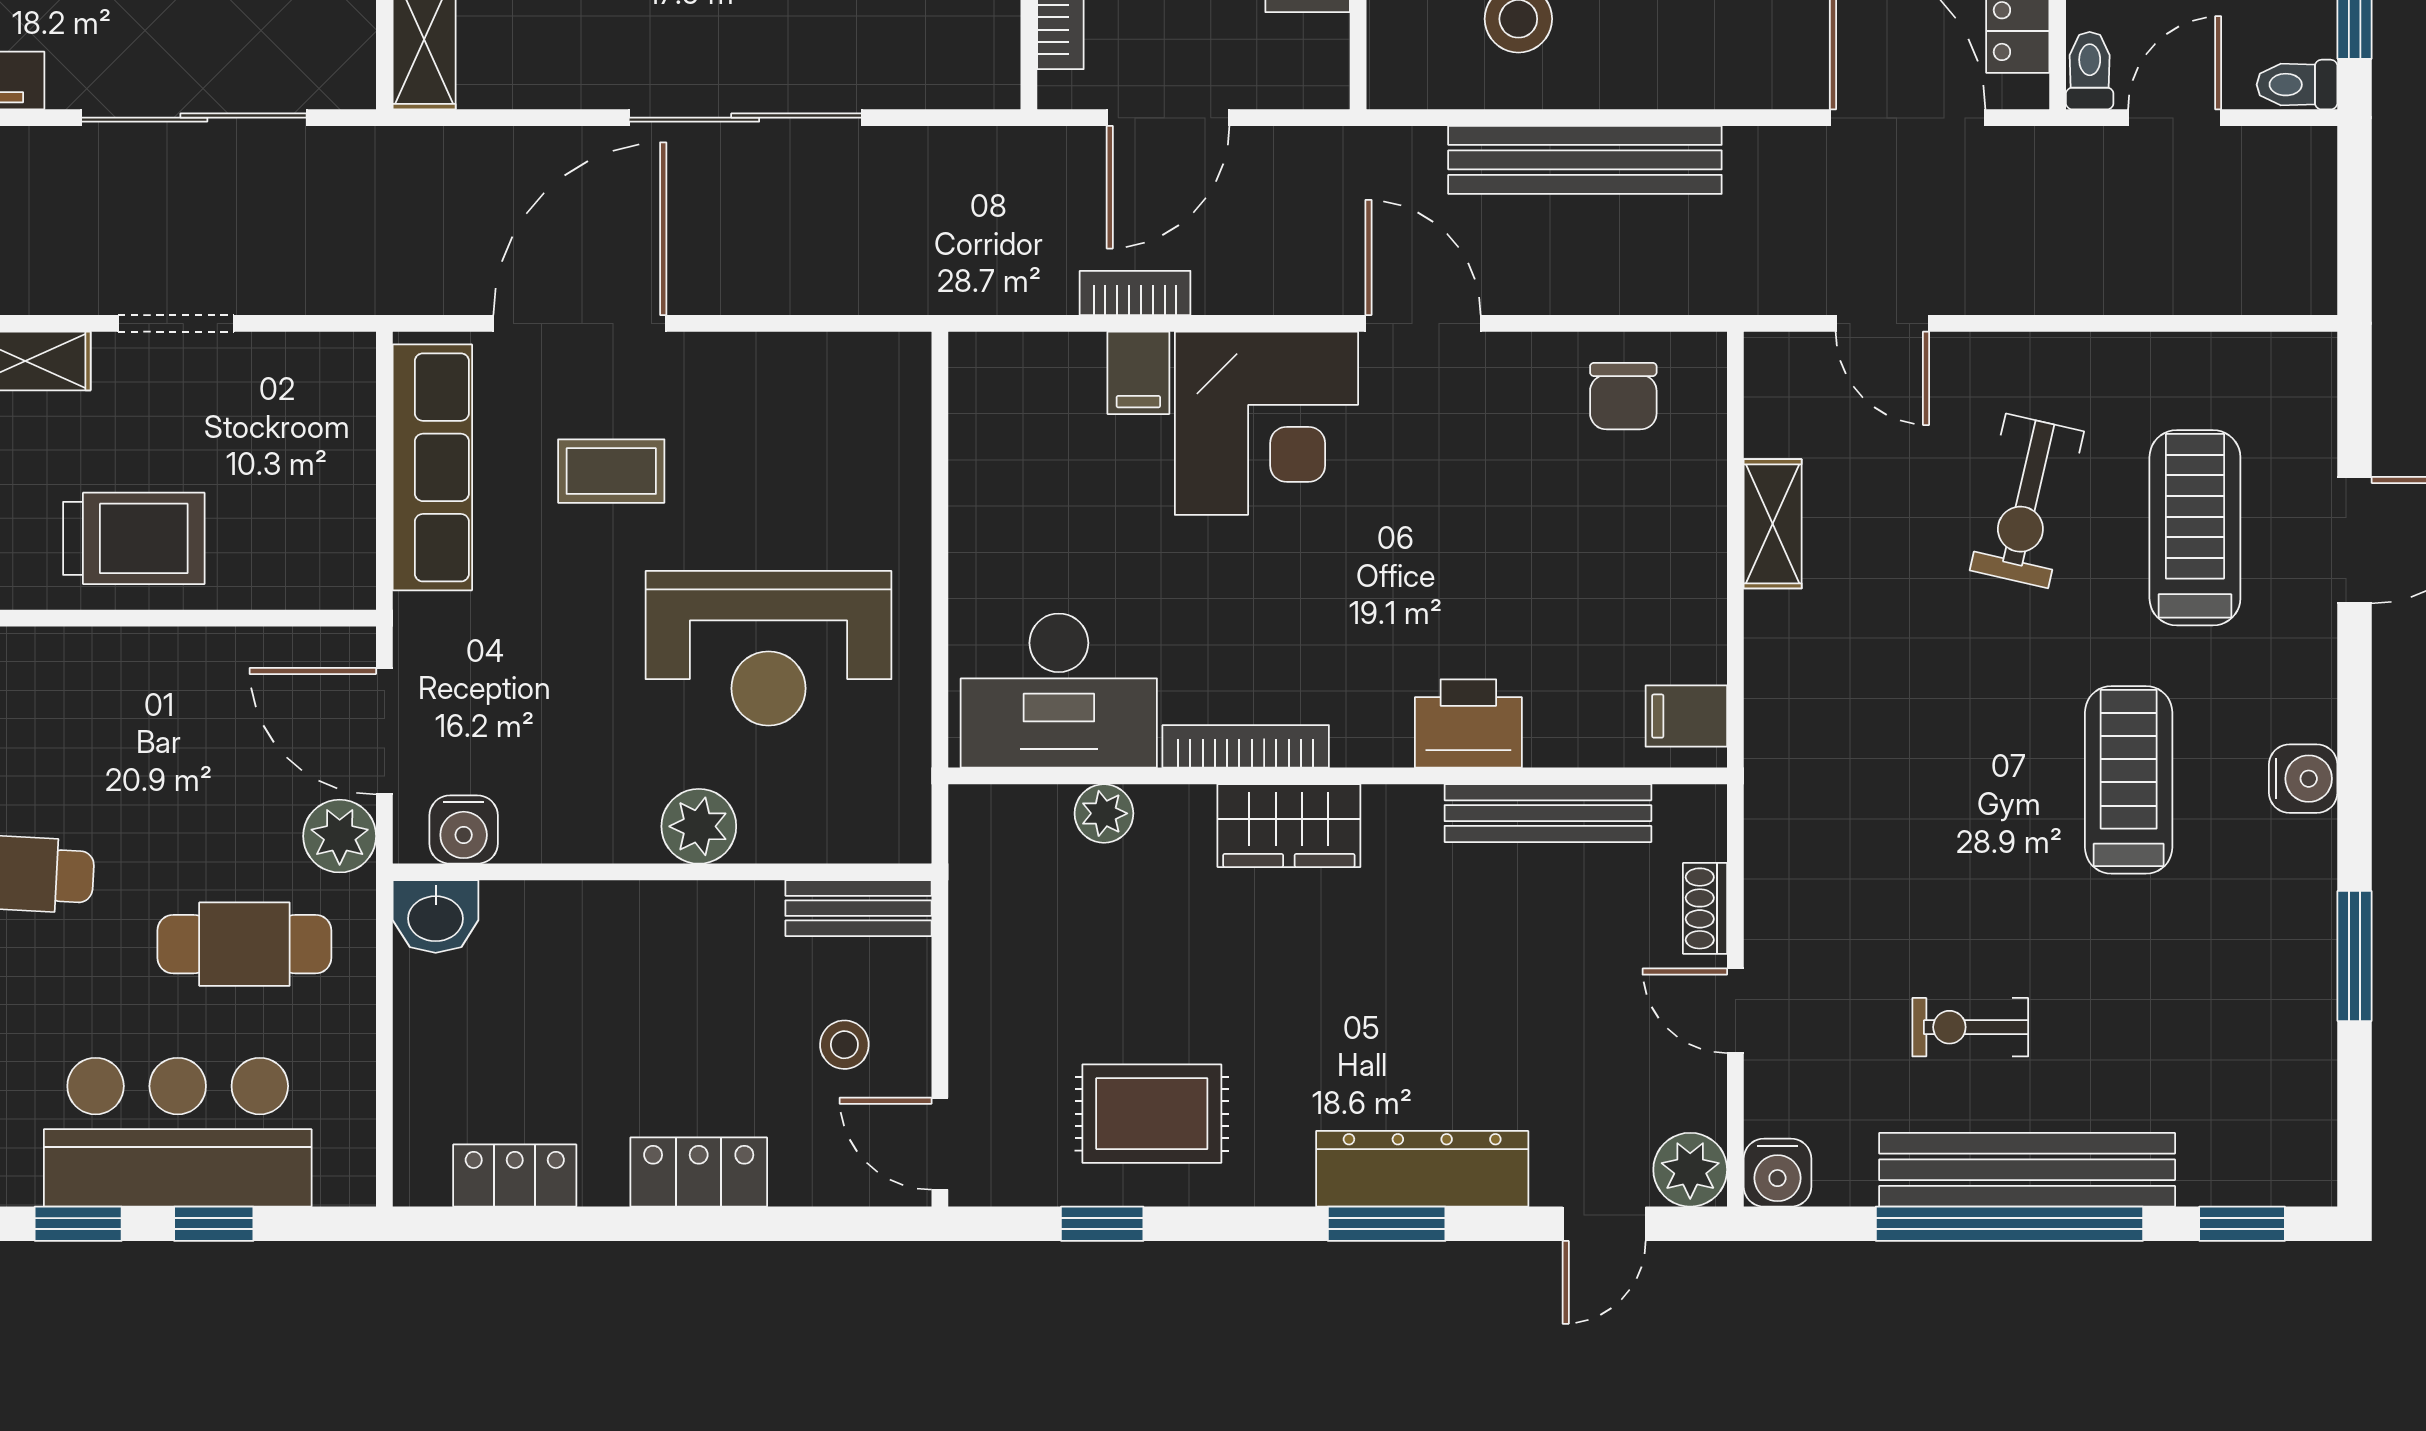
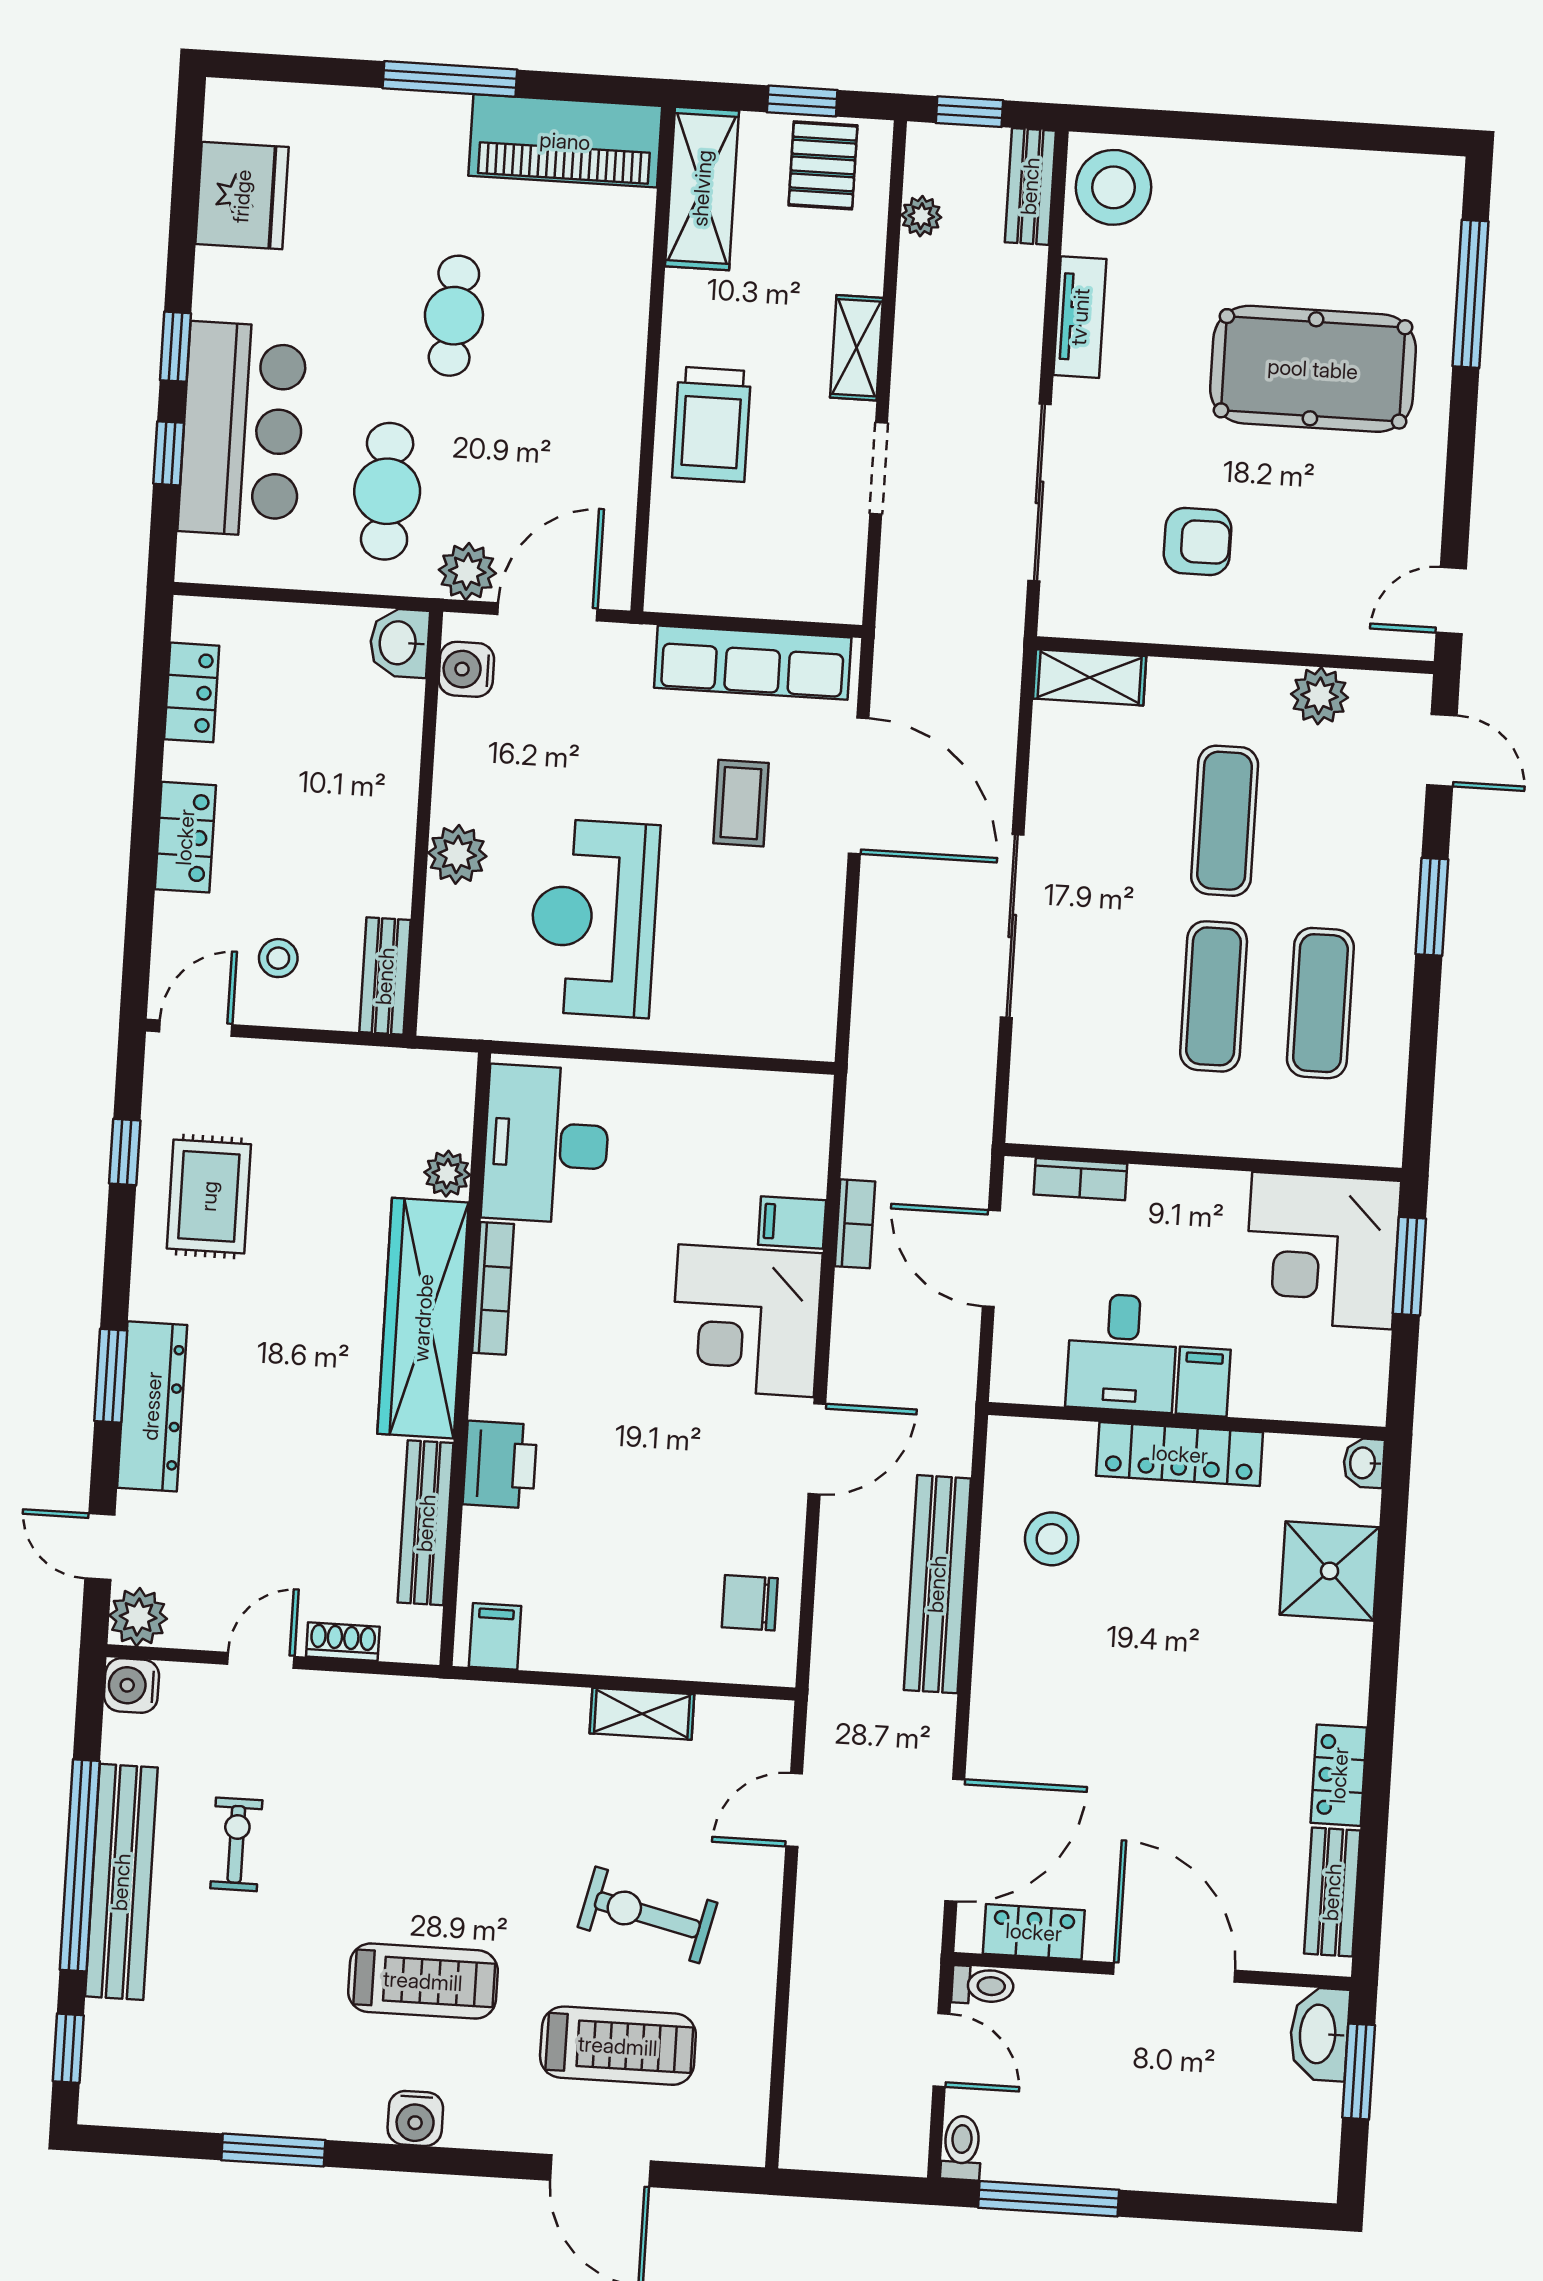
wardrobe: (1289, 826) -> (423, 1318), width x2.10, depth x1.17

